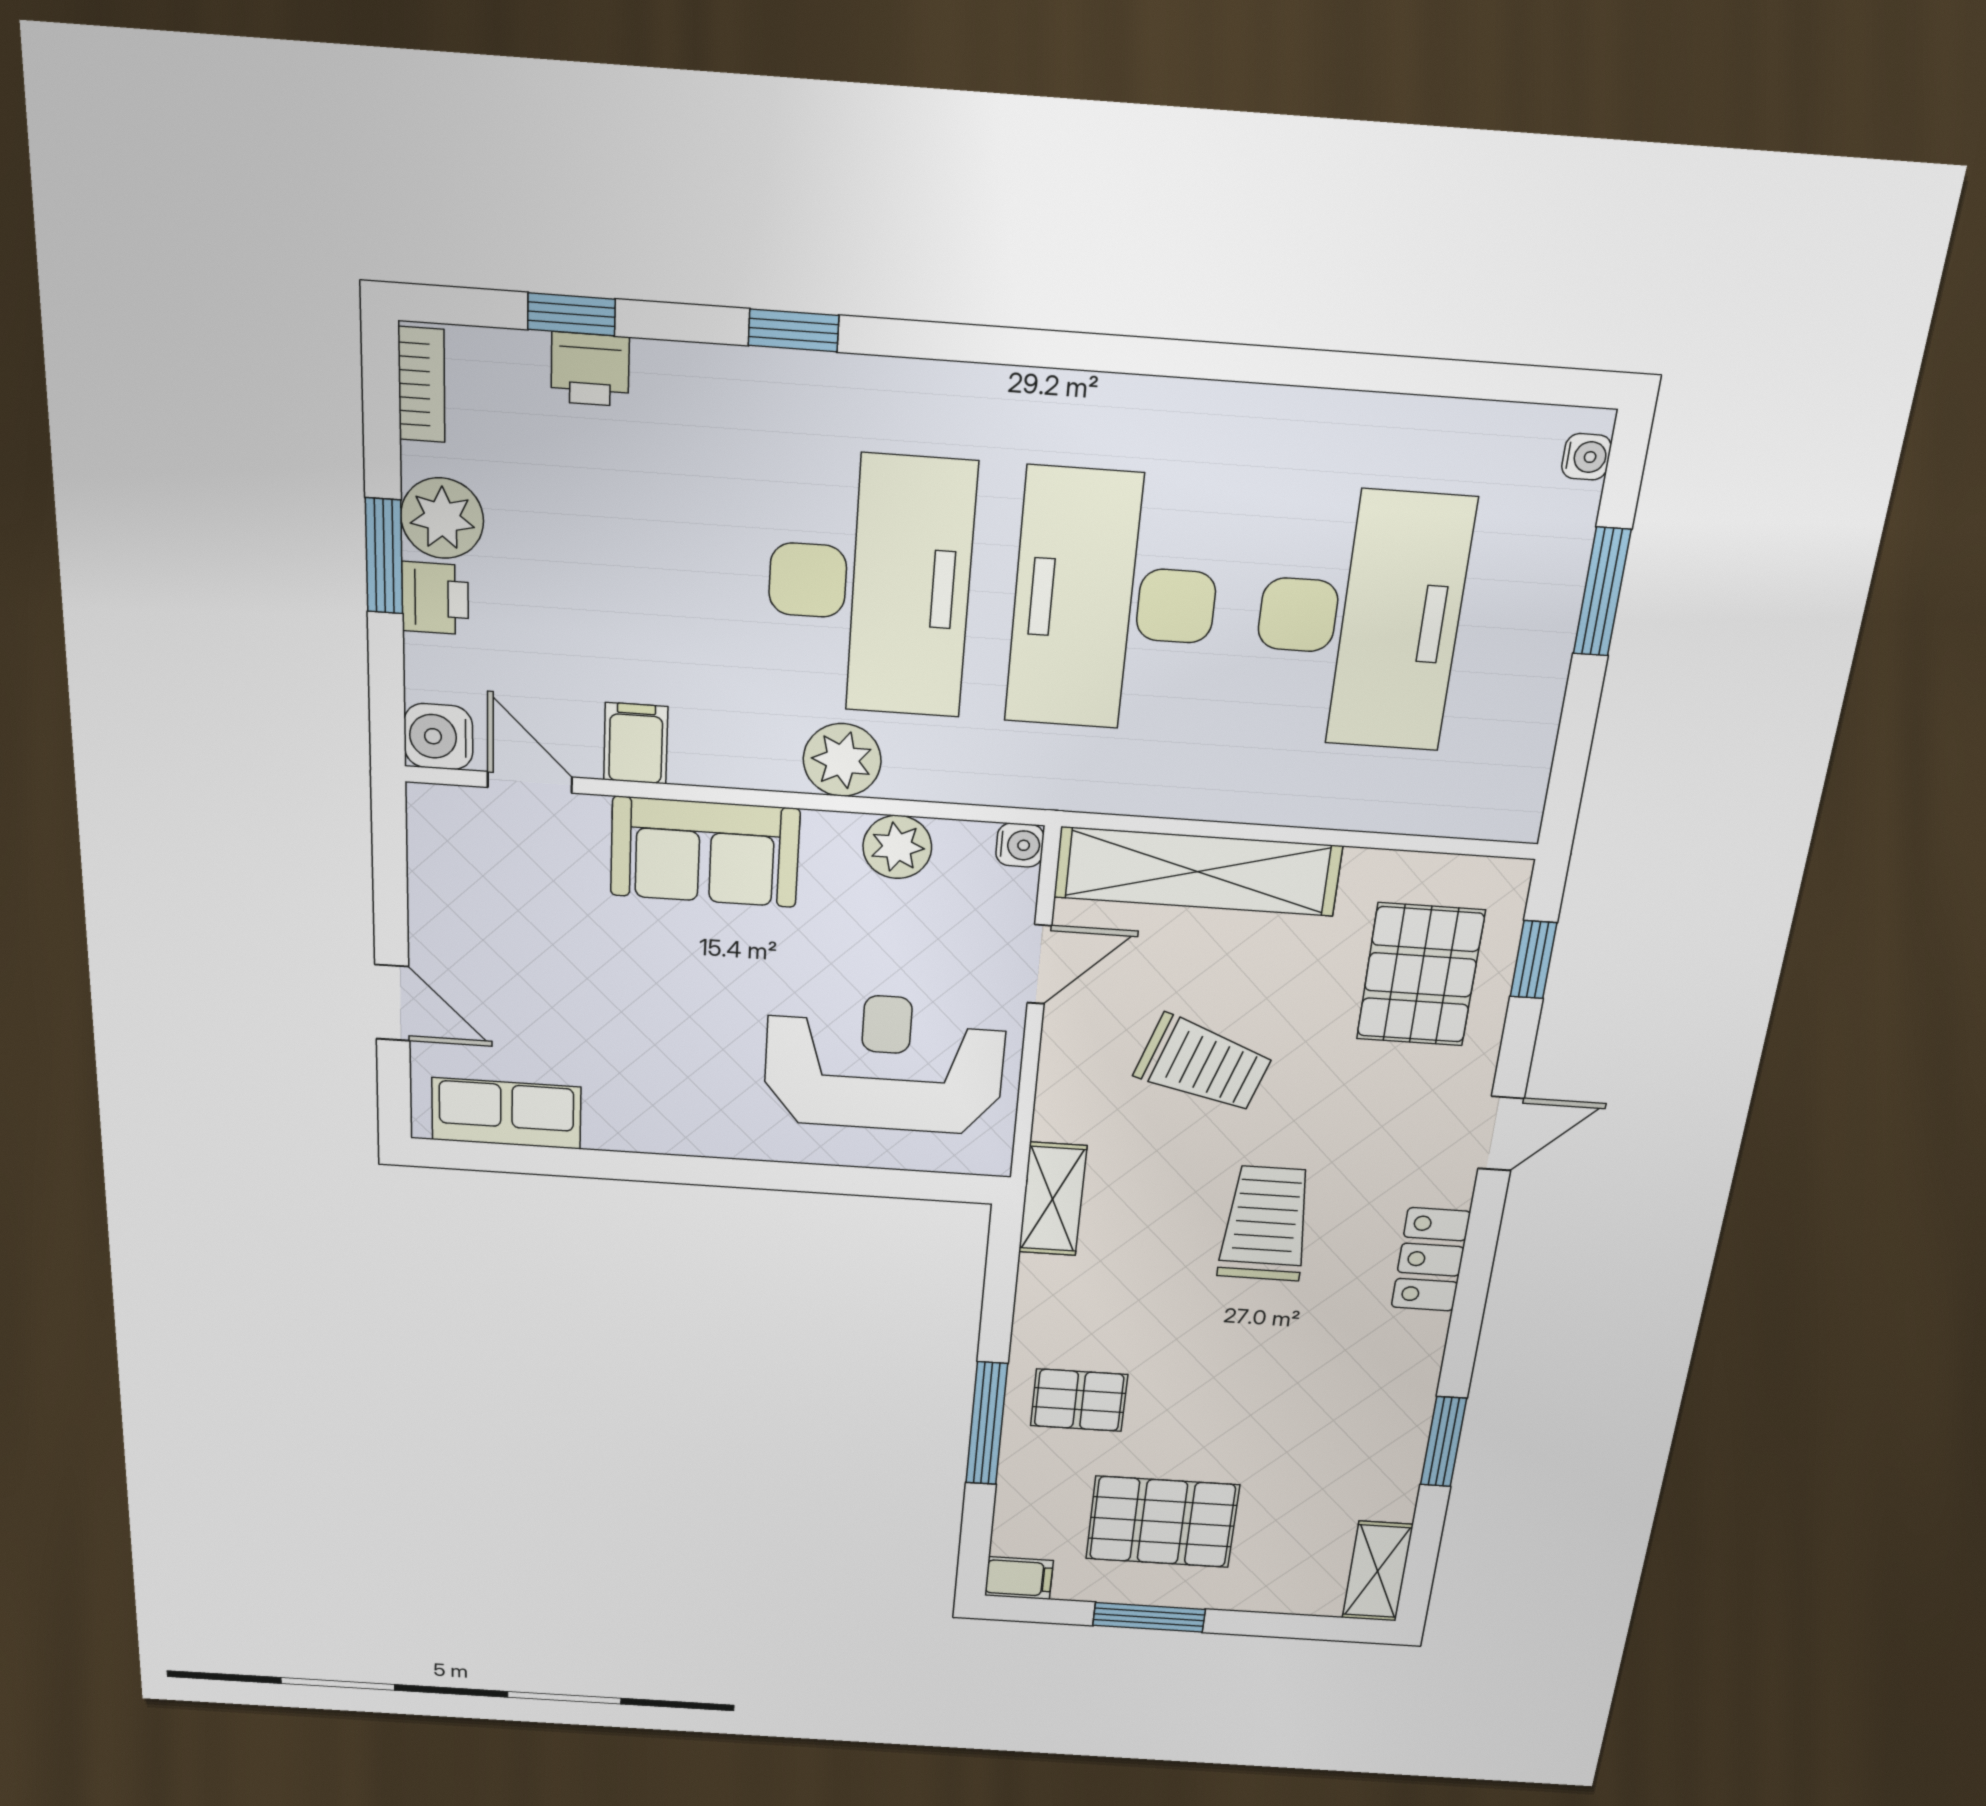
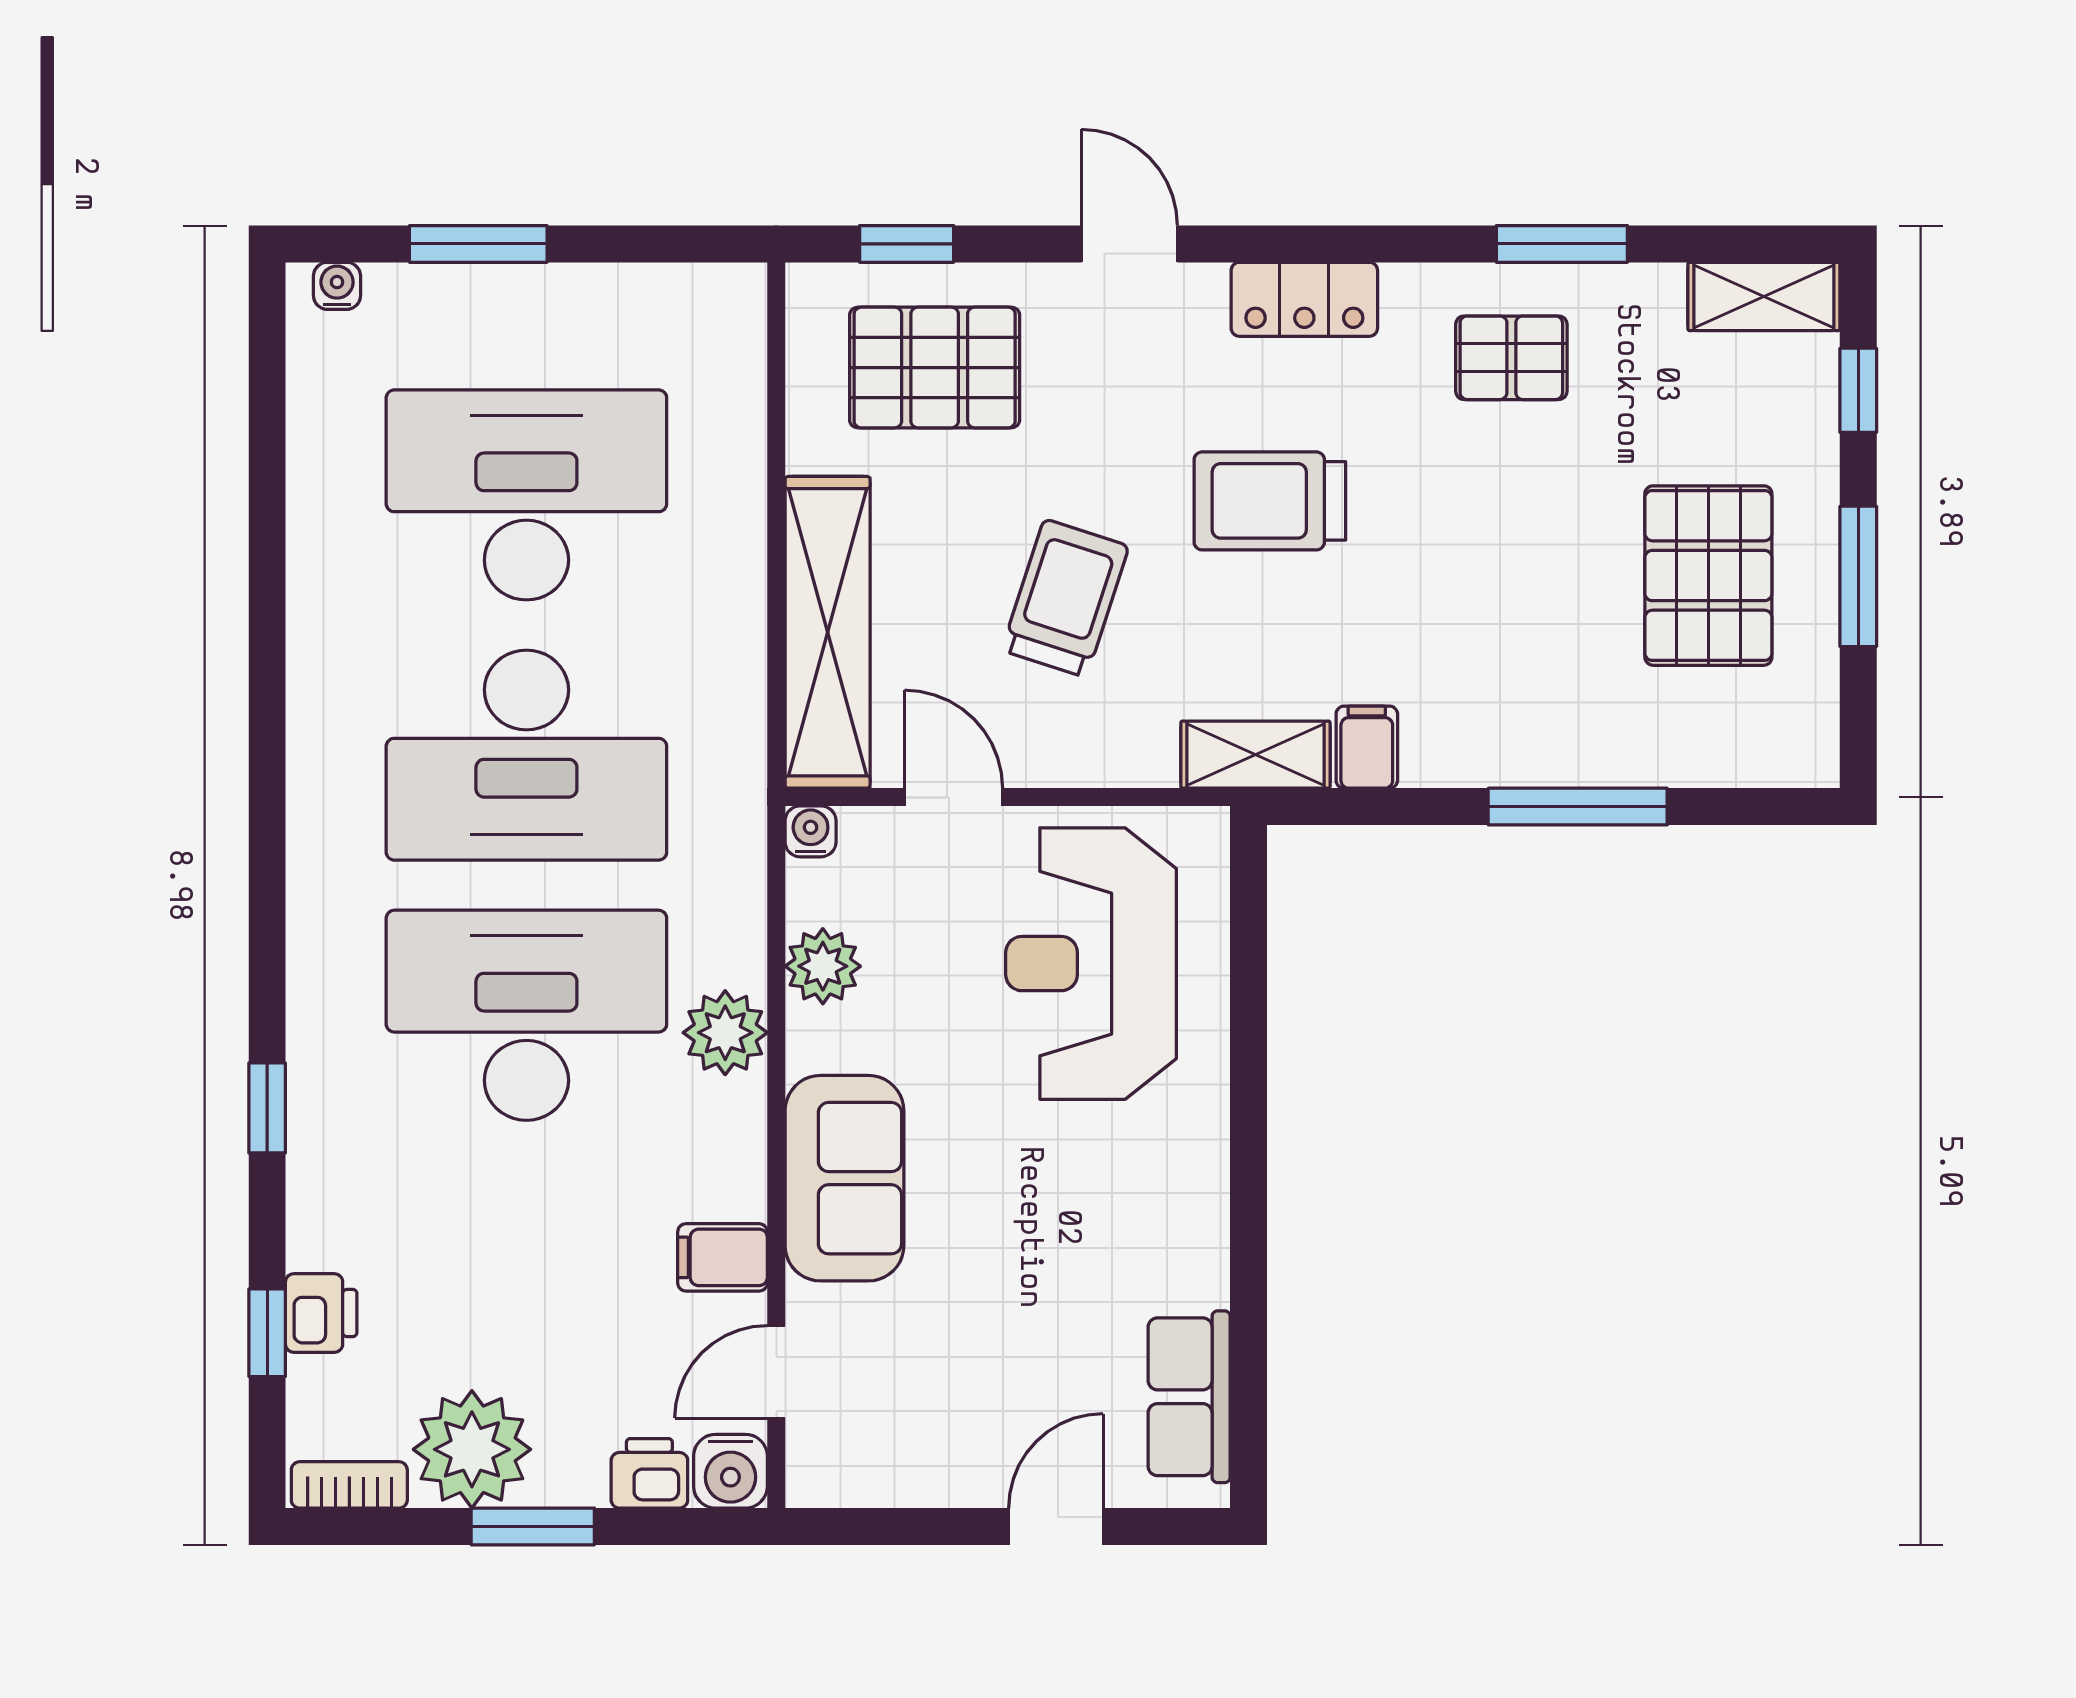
plant: (442, 518) -> (472, 1449), width x1.36, depth x1.36
printer: (435, 598) -> (649, 1473), moved
pallet: (1079, 1400) -> (1511, 358), moved, turned 90
filing cabinet: (1019, 1578) -> (1367, 747), moved
window: (1294, 1626) -> (1858, 390), added

